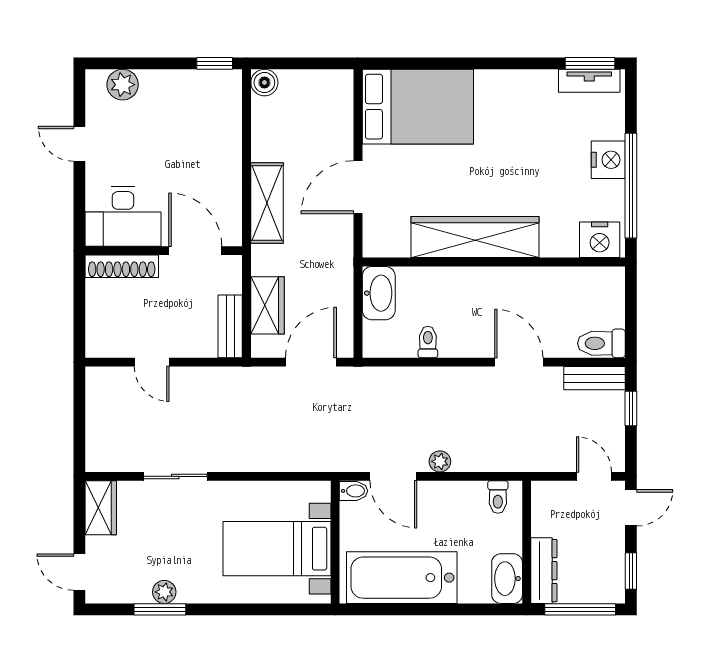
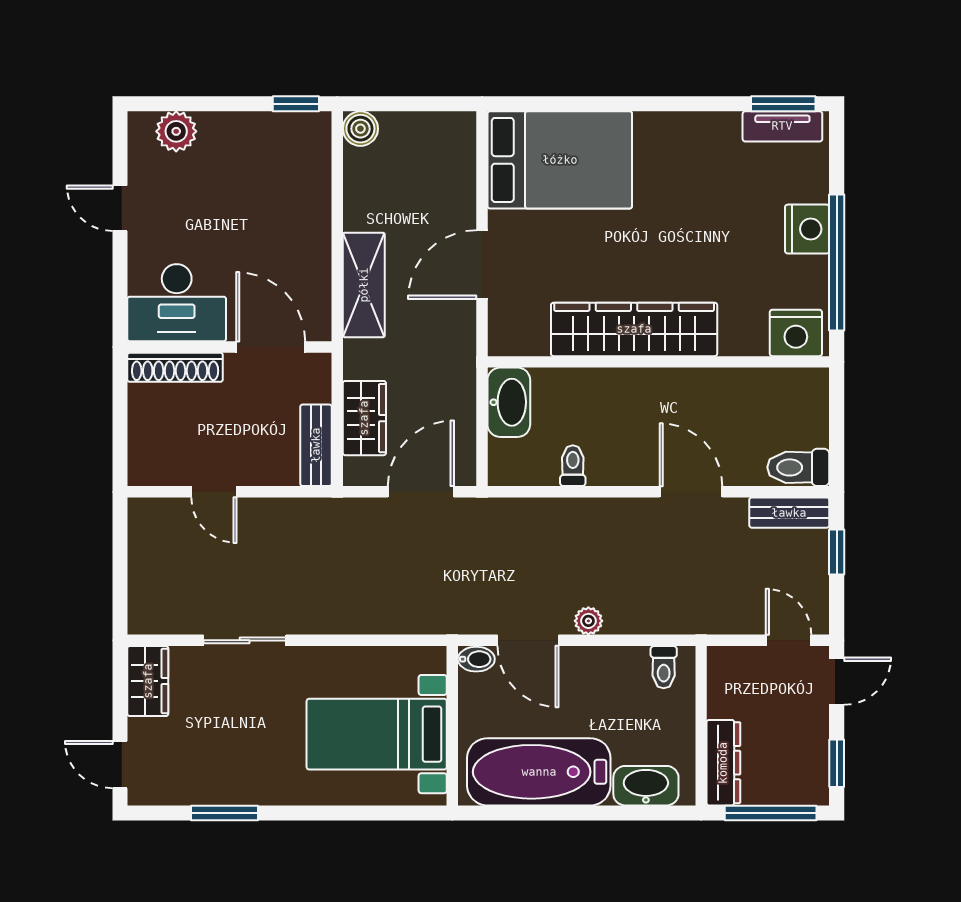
washbasin: (507, 579) -> (646, 786), moved, turned 90
plant: (164, 592) -> (230, 790), removed

